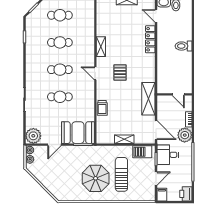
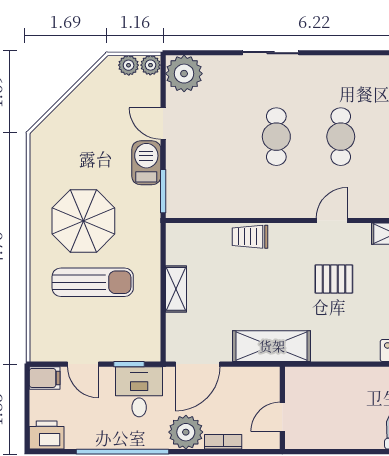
booth: (78, 133) -> (192, 179), removed
barbecue: (142, 152) -> (146, 163), moved

